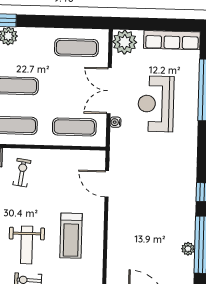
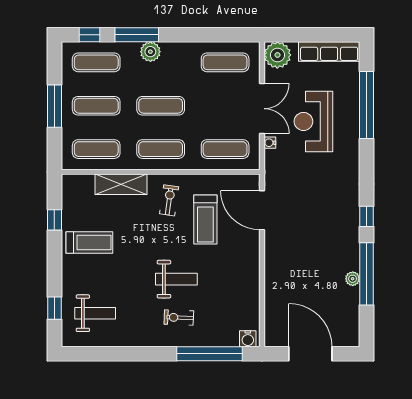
double door: (109, 91) -> (262, 109), swing flipped
door: (107, 184) -> (262, 210), width x1.36
treadmill: (71, 236) -> (205, 219), moved
weight bench: (27, 245) -> (176, 279), turned -90

